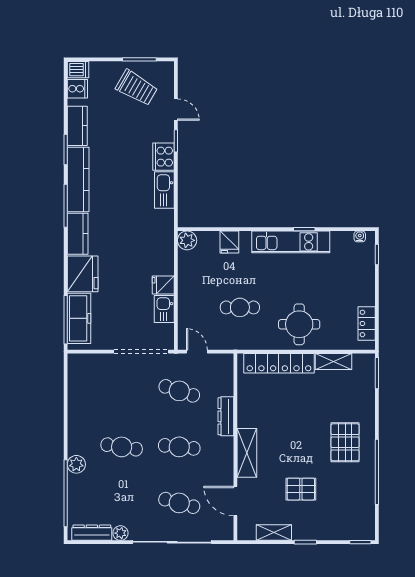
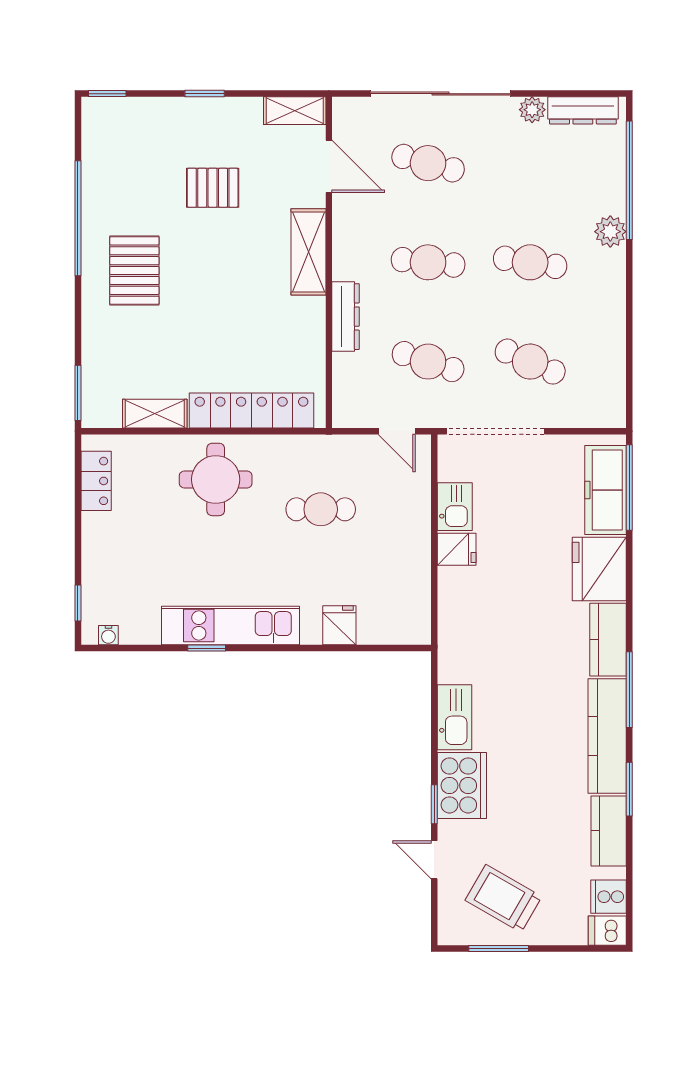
cooker: (163, 157) -> (462, 785), width x1.37, depth x1.31
plant: (187, 240) -> (414, 628), removed
cafe table: (122, 391) -> (530, 362), added
shelving: (274, 533) -> (295, 111), moved

